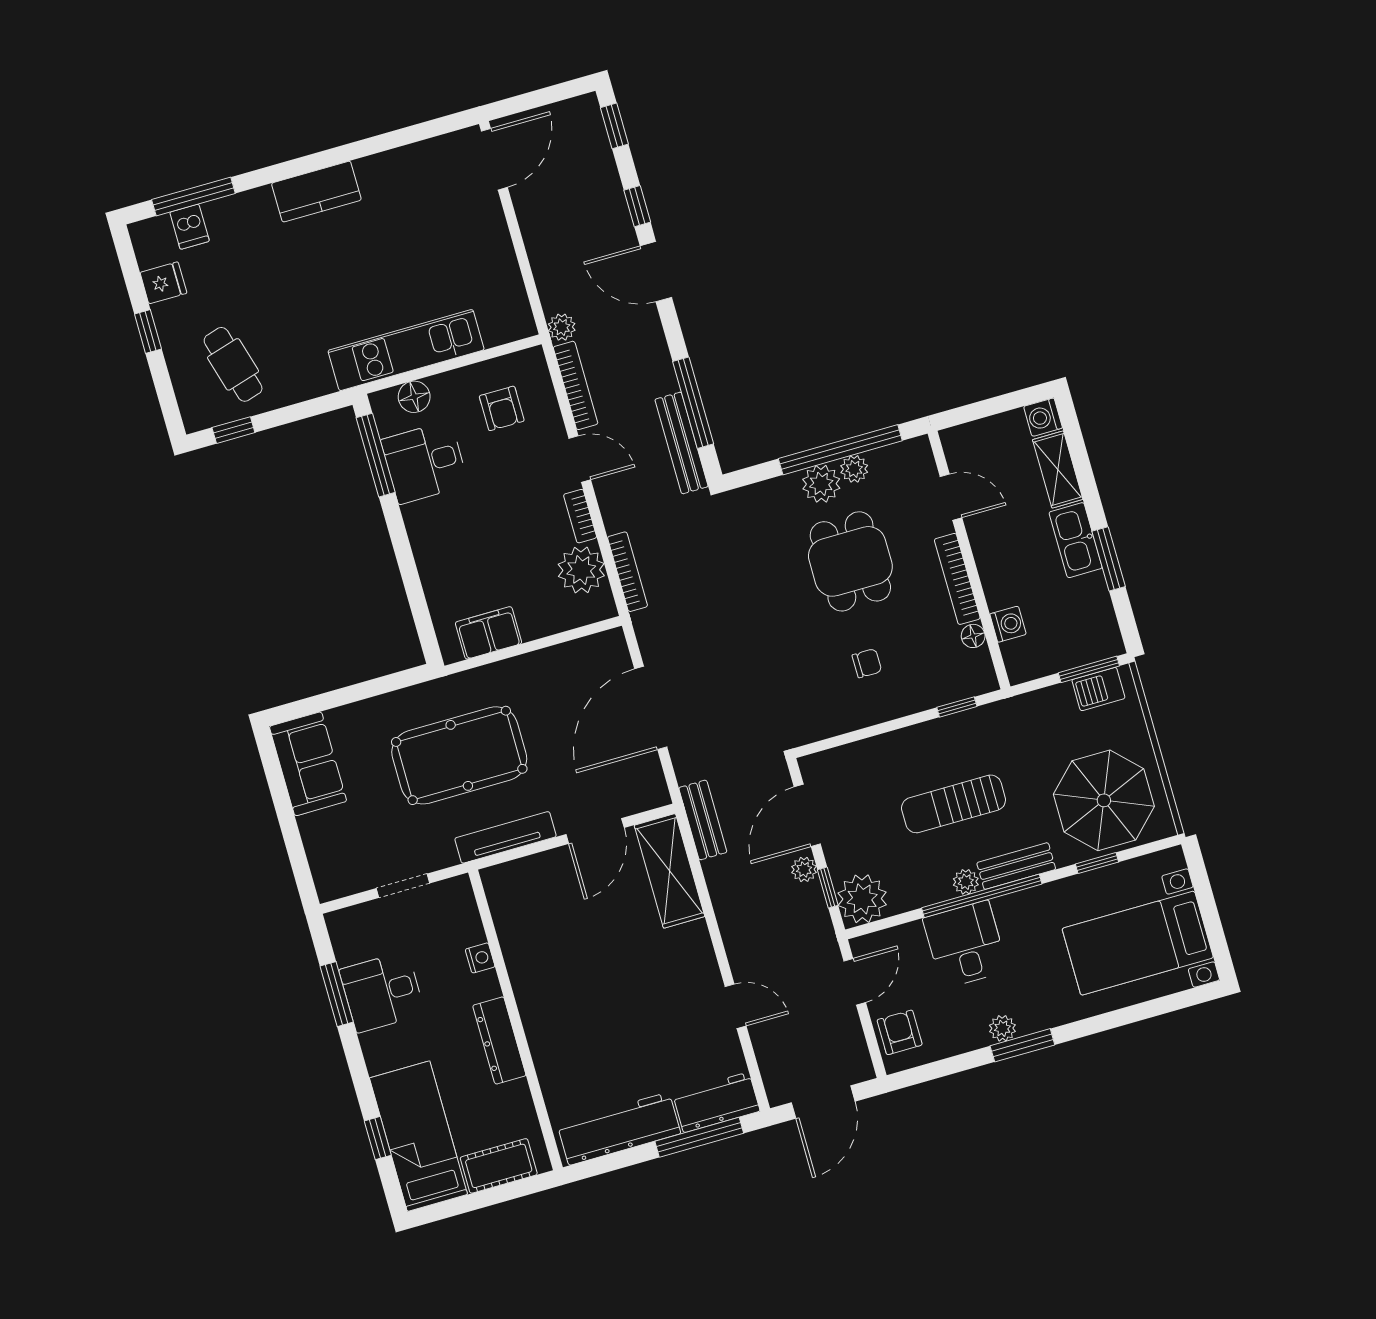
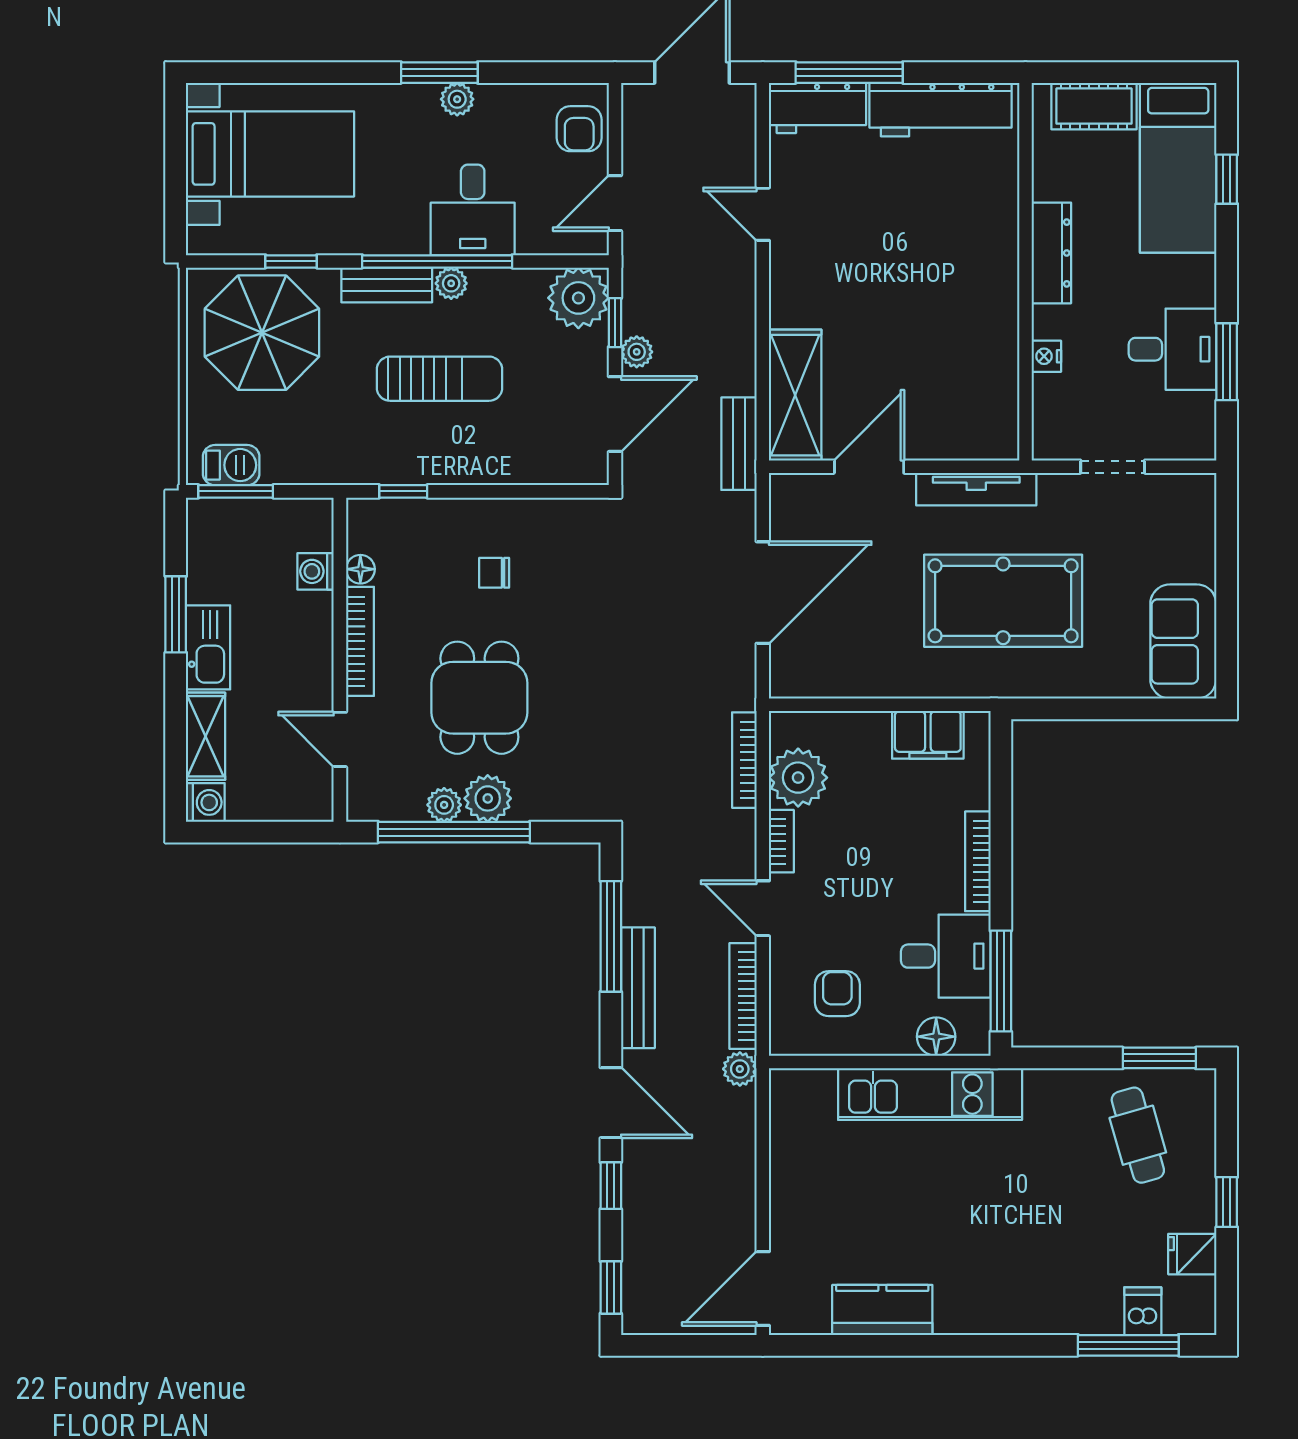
kitchen counter: (316, 192) -> (882, 1310), moved
window: (233, 430) -> (1159, 1058), width x1.50
bench: (682, 443) -> (638, 988), moved
bookcase: (421, 544) -> (978, 861), added

